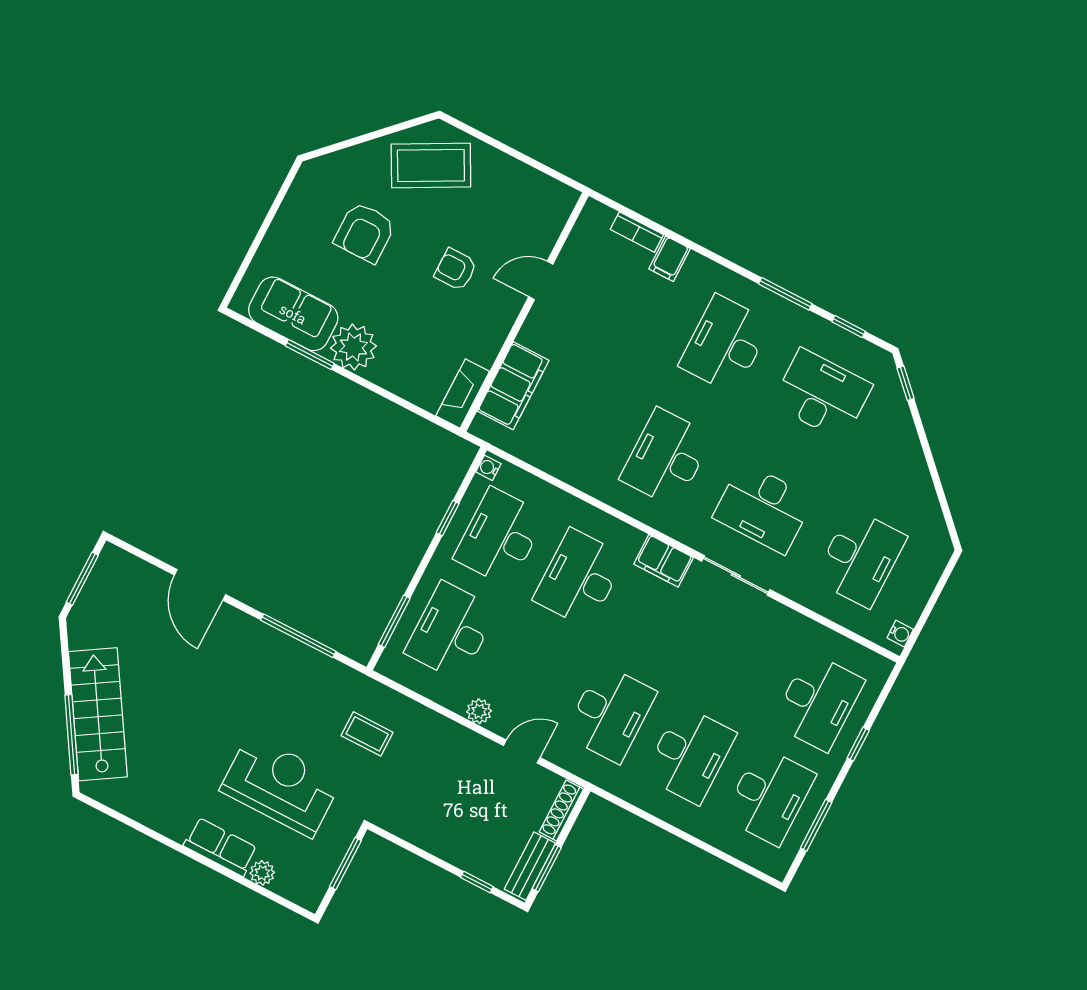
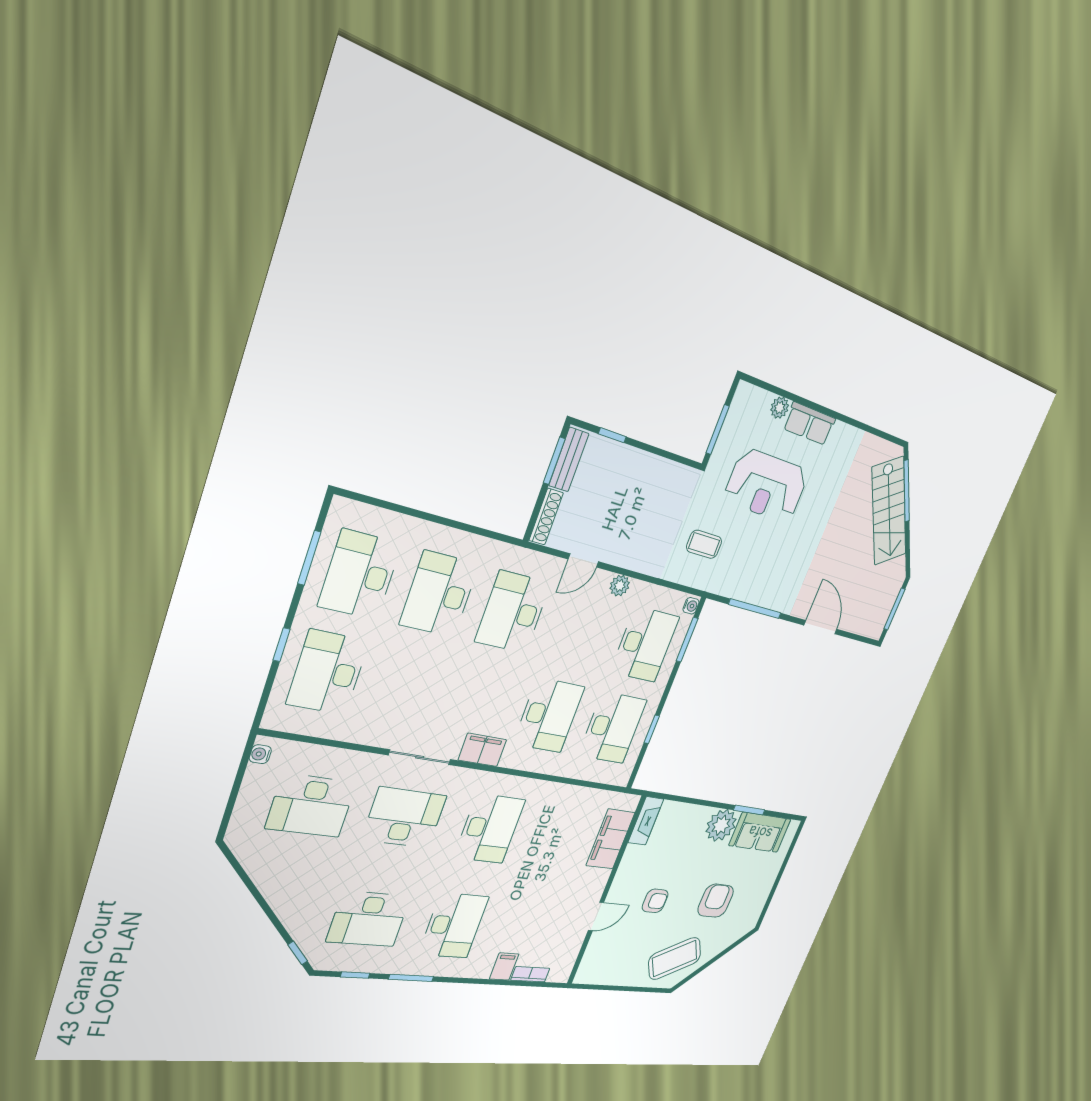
water cooler: (488, 468) -> (691, 606), moved
desk: (860, 558) -> (311, 805), turned -90

